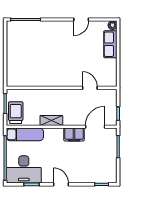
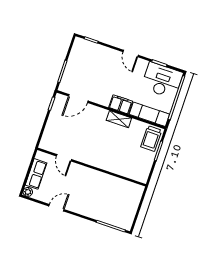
wall: (62, 88) -> (92, 167), moved
door: (90, 88) -> (64, 158), moved
filing cabinet: (74, 135) -> (121, 104), moved

